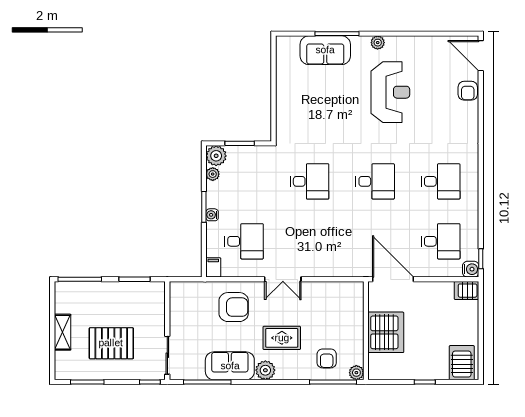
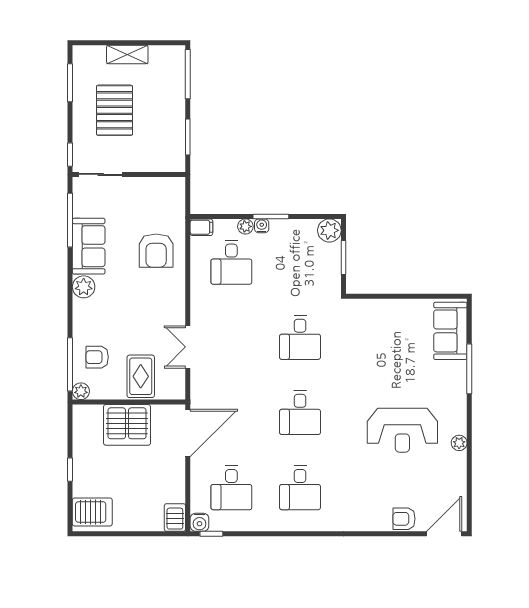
plant: (378, 43) -> (459, 443), moved
sofa: (325, 50) -> (450, 331), moved
plant: (213, 174) -> (245, 226), moved
double door: (283, 279) -> (188, 347), moved
rug: (282, 338) -> (141, 376), moved

